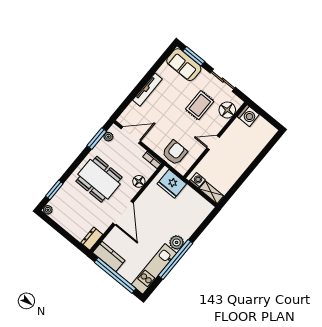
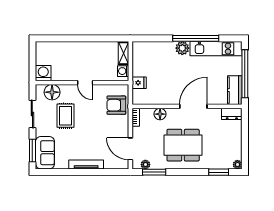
rug: (200, 105) -> (66, 116), turned 90
dining table: (99, 179) -> (183, 145), turned 90
fridge: (172, 184) -> (139, 83), width x0.53, depth x0.75

